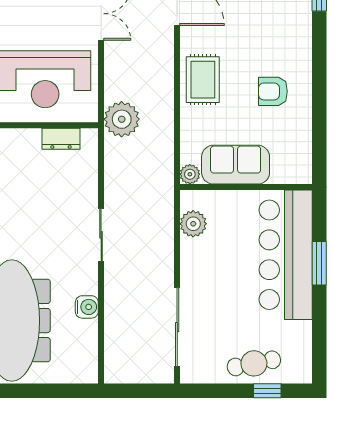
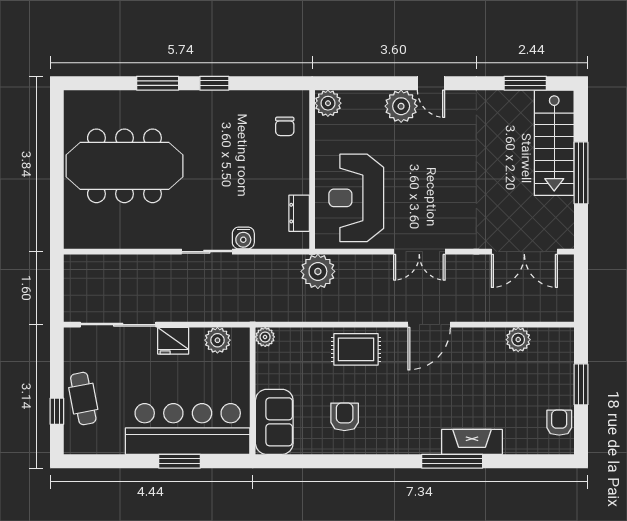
sofa: (236, 165) -> (274, 422), moved
fridge: (194, 270) -> (173, 341), added
water cooler: (87, 307) -> (243, 238), moved

